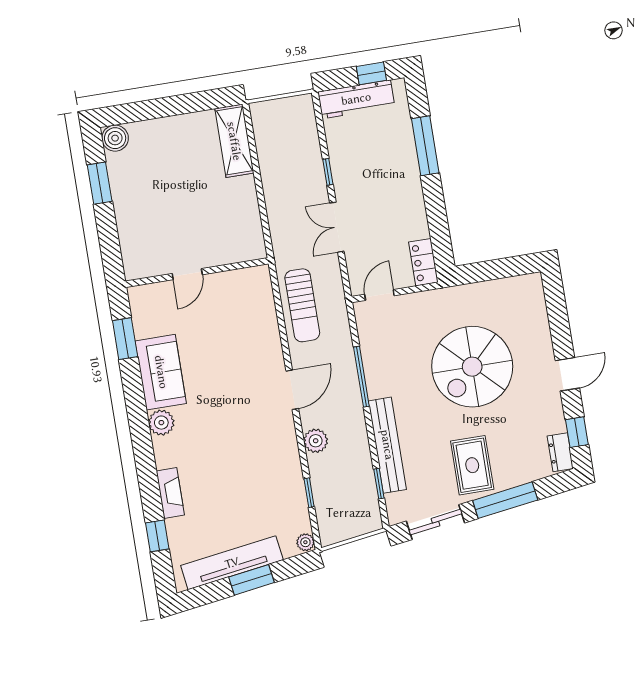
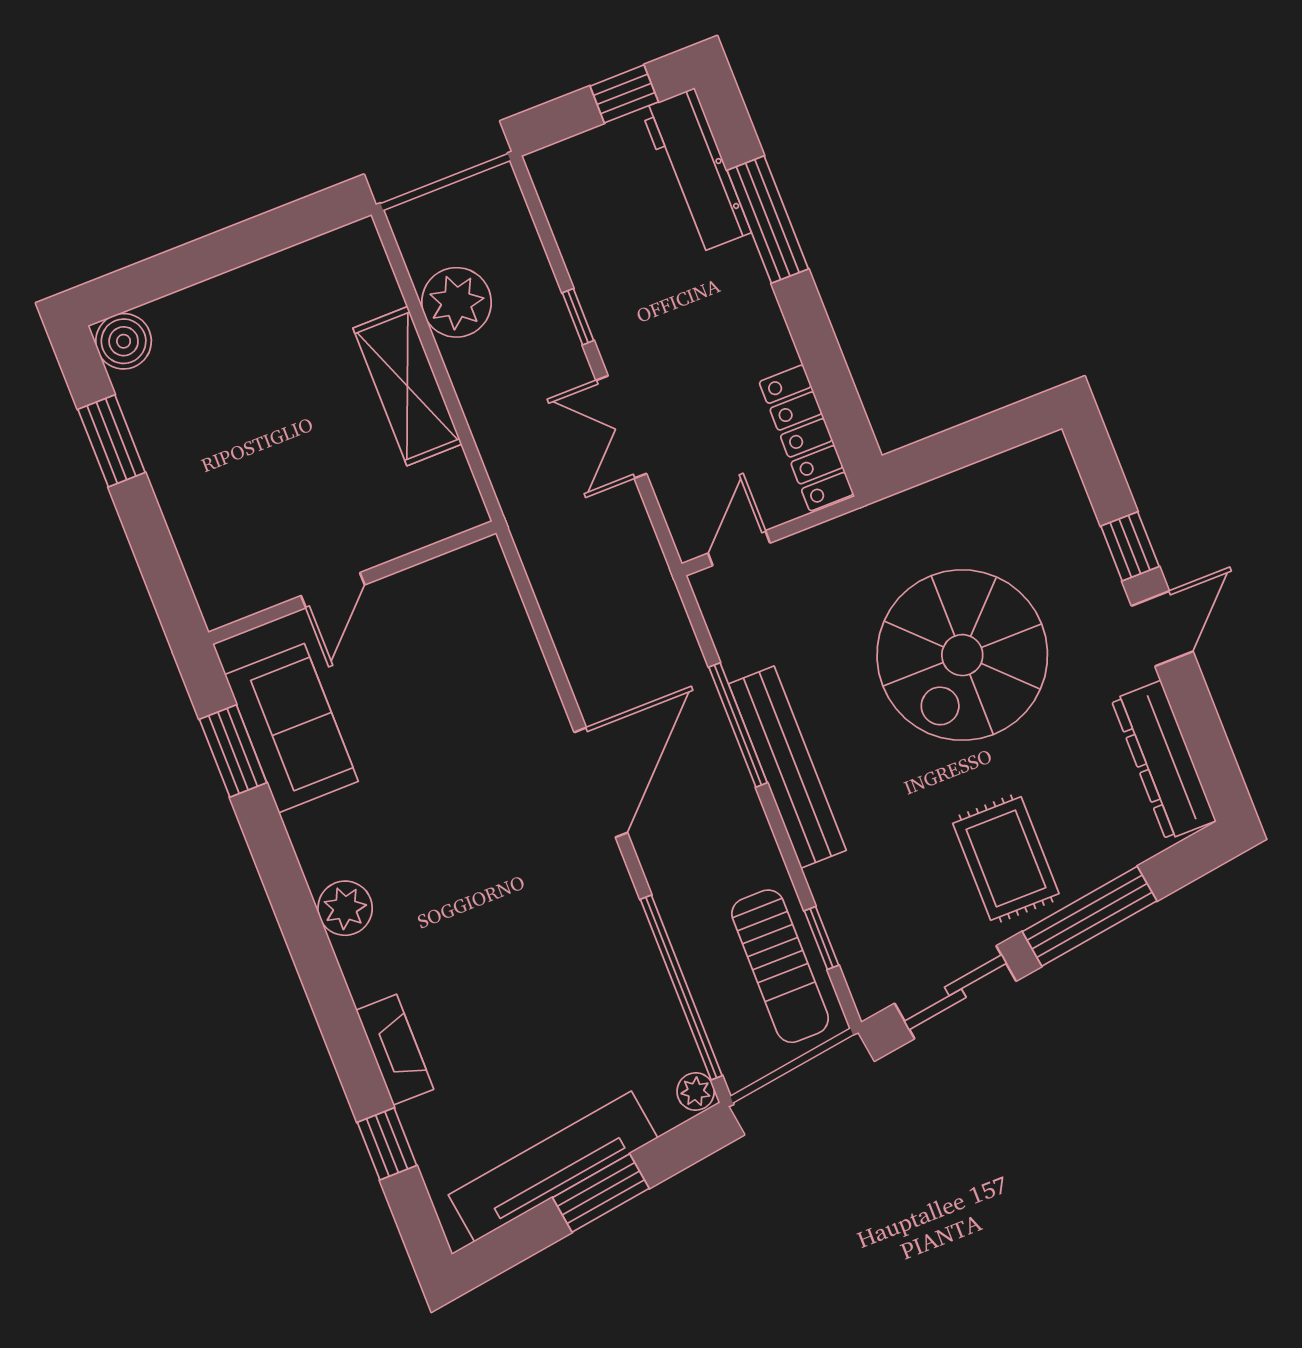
workbench: (356, 99) -> (696, 171), moved, turned 90
shelving: (234, 141) -> (407, 386), moved
locker: (423, 262) -> (806, 438), width x1.53
sun lounger: (302, 305) -> (780, 966), moved
sofa: (161, 372) -> (291, 728), moved
door: (292, 390) -> (601, 782), width x1.36
window: (577, 432) -> (1130, 546), moved
plant: (316, 441) -> (456, 302), moved, width x1.36, depth x1.36
bench: (387, 445) -> (787, 767), moved
dresser: (560, 452) -> (1164, 760), width x1.96, depth x1.24
window: (309, 493) -> (681, 988), width x3.17

